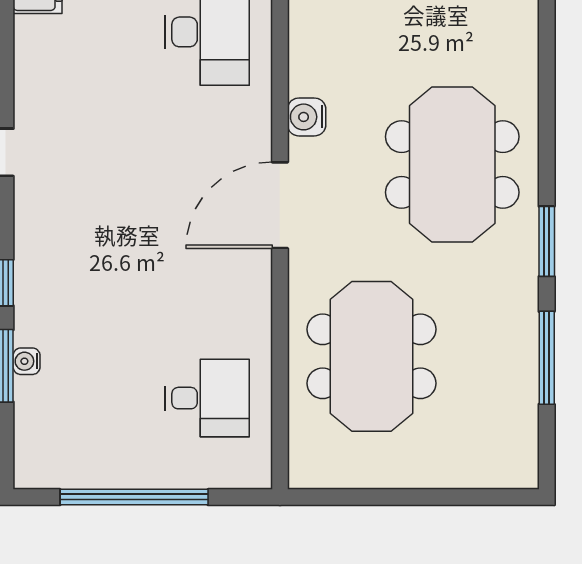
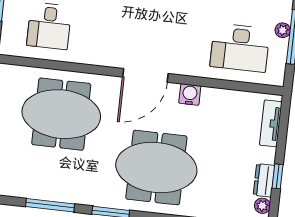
door: (280, 205) -> (145, 75), swing flipped

